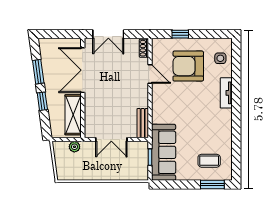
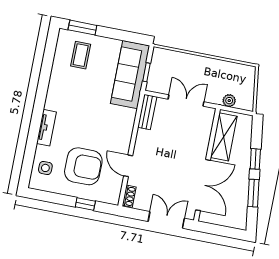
coffee table: (209, 161) -> (81, 55), turned 90

